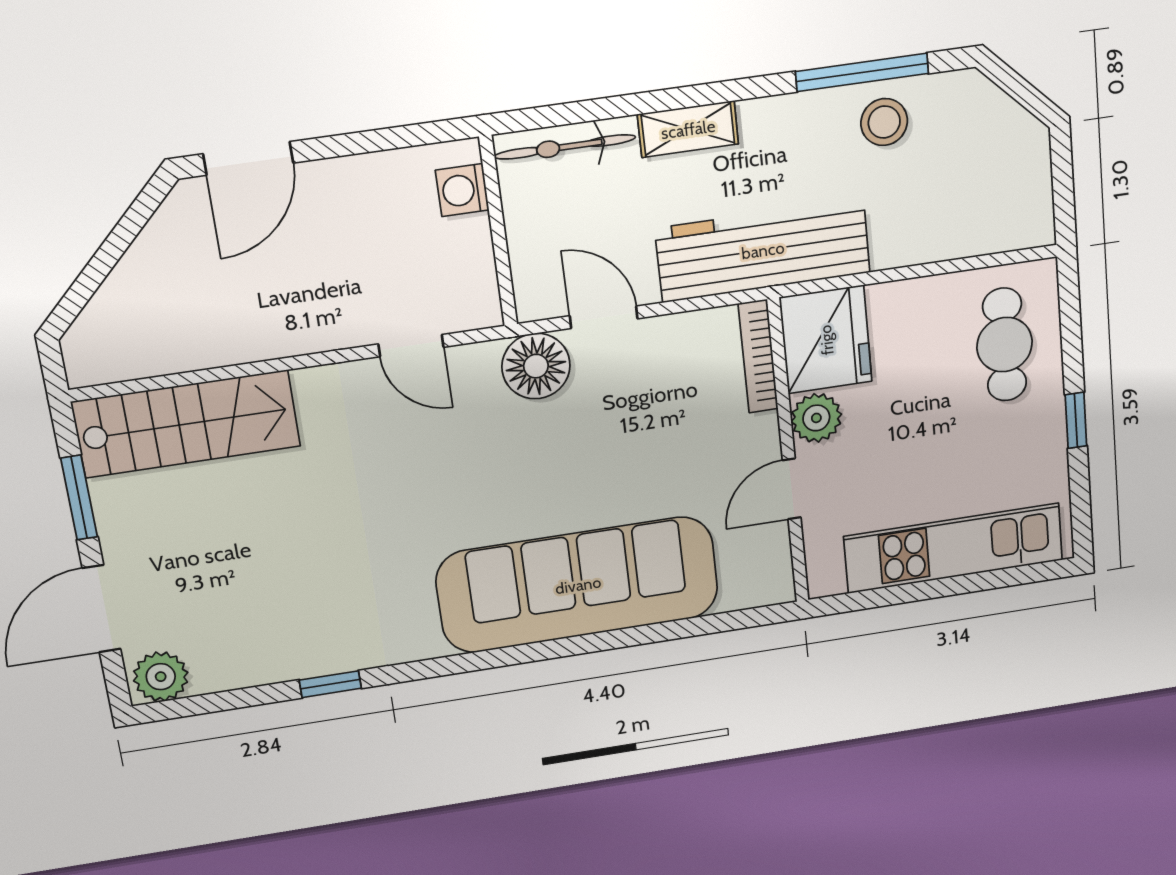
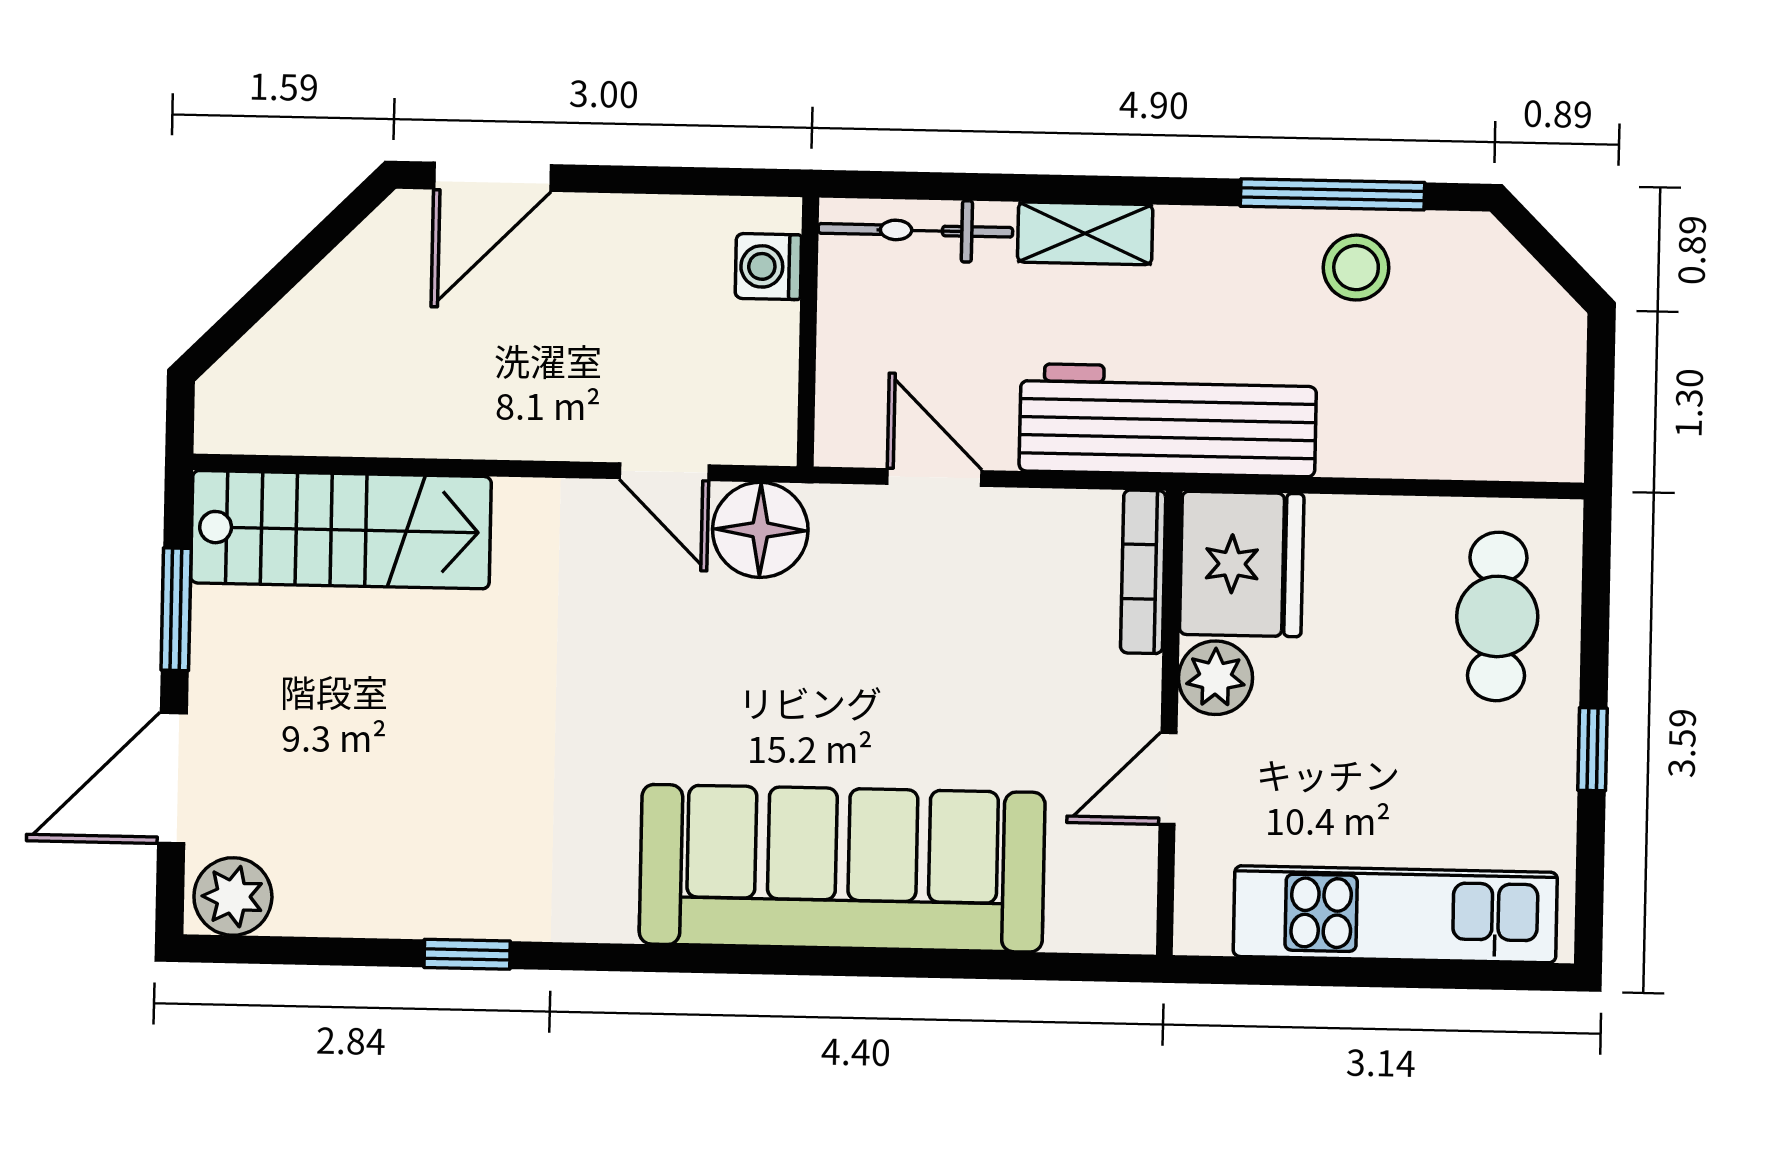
floor lamp: (536, 366) -> (760, 530), moved

